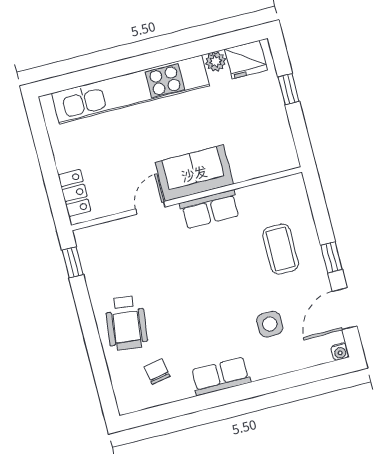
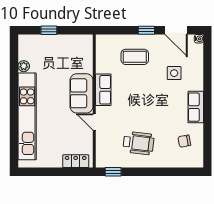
fridge: (246, 59) -> (27, 49), removed
wheelchair: (126, 323) -> (138, 143), moved

